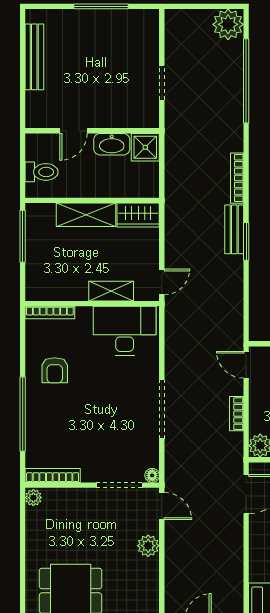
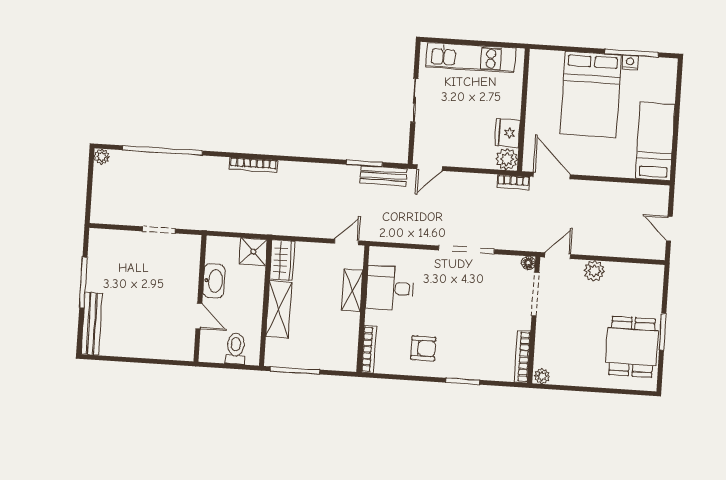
plant: (228, 24) -> (102, 157), width x0.53, depth x0.53
bench: (34, 57) -> (92, 324), moved, turned 90
shower: (145, 147) -> (253, 252), moved
bench: (234, 229) -> (383, 176), moved
window: (246, 241) -> (364, 163), moved
door: (162, 282) -> (347, 242), hinge flipped
desk: (125, 331) -> (390, 288), width x0.73
window: (23, 414) -> (463, 381), width x0.47
bookcase: (237, 414) -> (514, 182), moved

